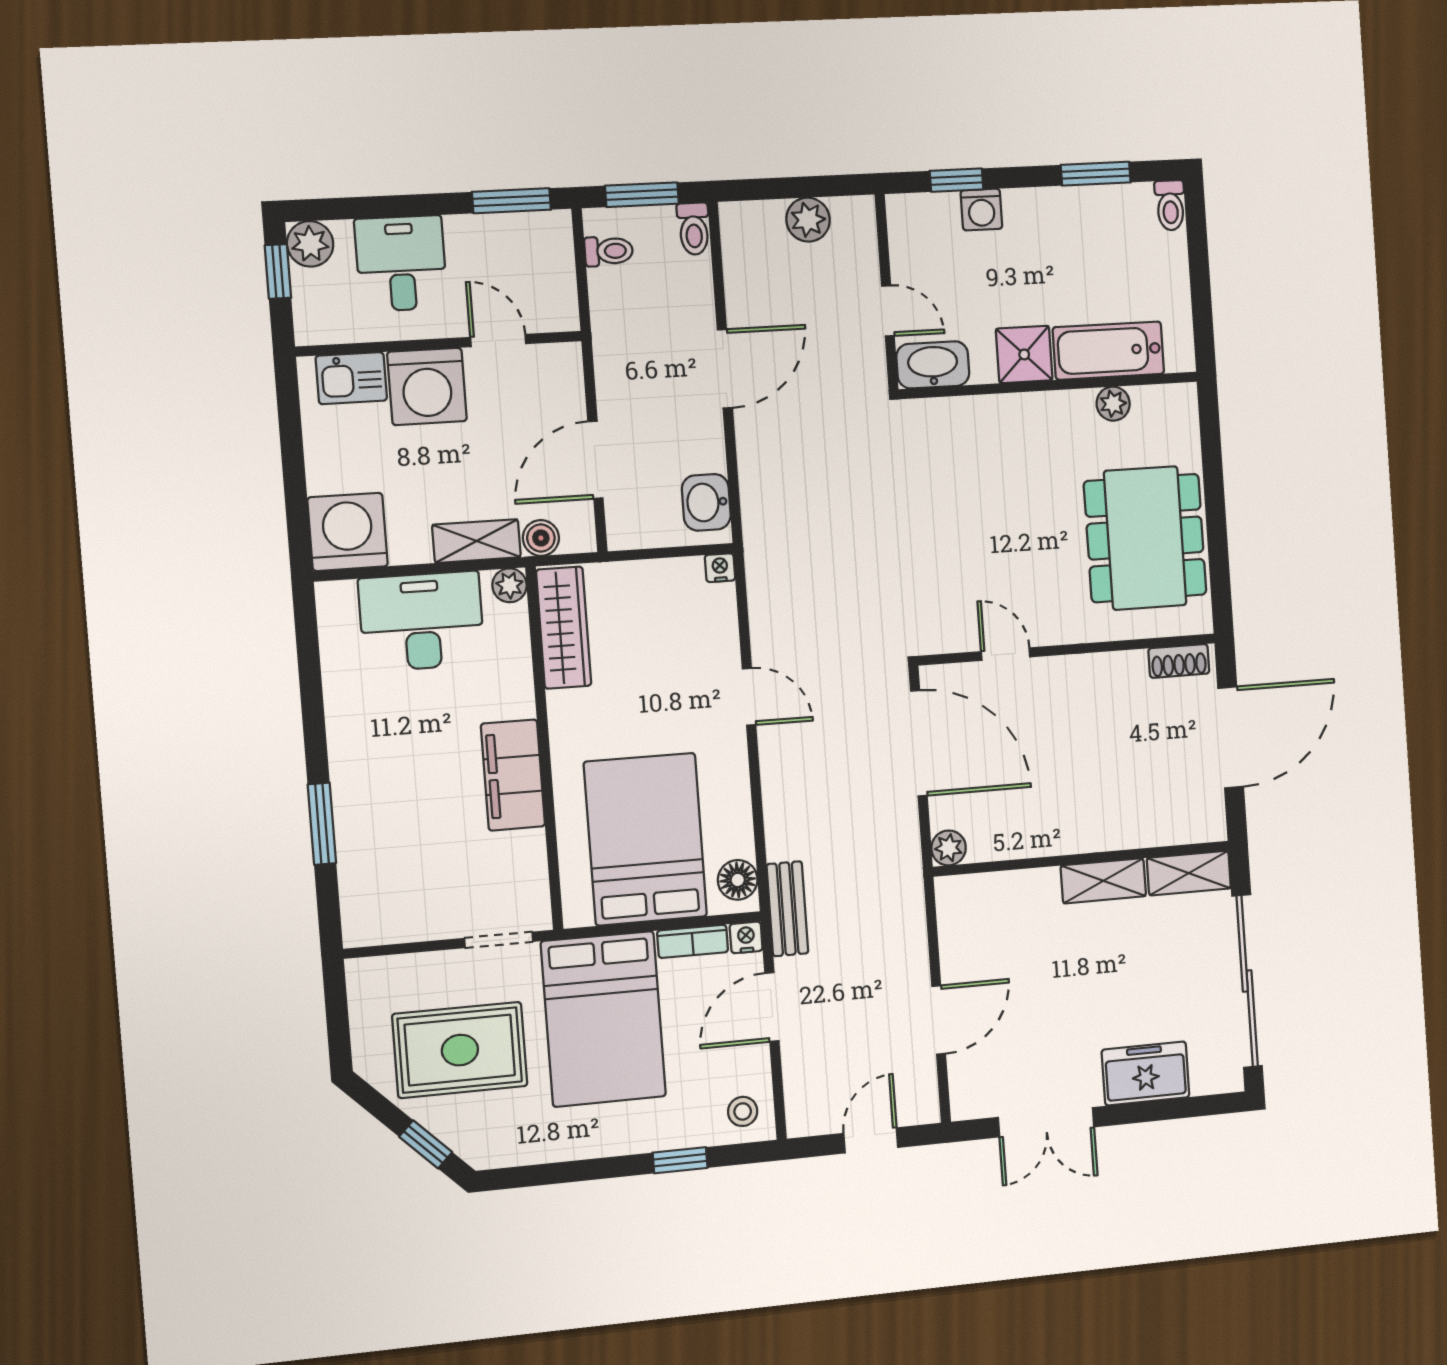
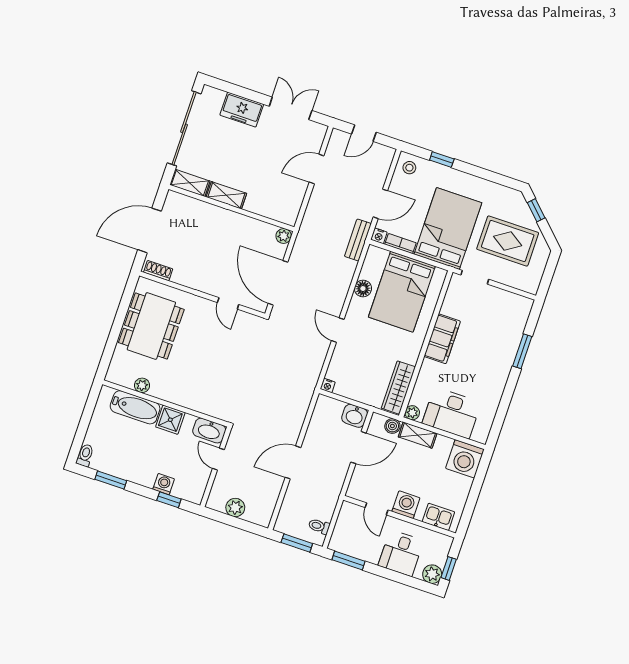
toilet: (694, 229) -> (282, 522), removed
washing machine: (427, 386) -> (406, 505), width x0.73, depth x0.73
washbasin: (706, 502) -> (355, 416), moved, turned 90
floor lamp: (738, 880) -> (363, 289), moved

